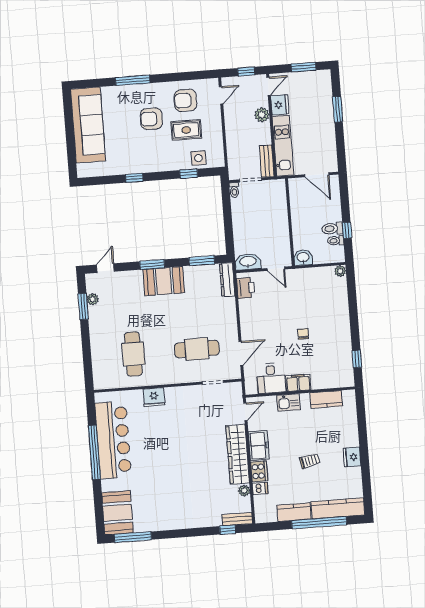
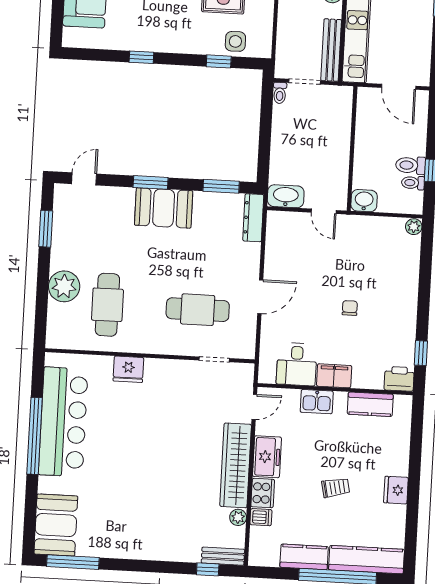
bench: (267, 161) -> (331, 50), width x1.36
printer: (246, 288) -> (399, 379), moved, turned -90
plant: (93, 299) -> (64, 286), moved, width x1.87, depth x1.87
door: (241, 353) -> (260, 297), moved

